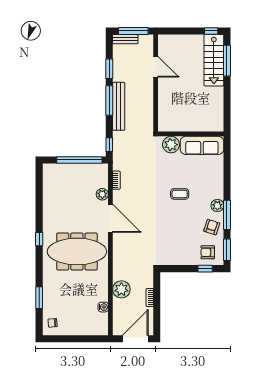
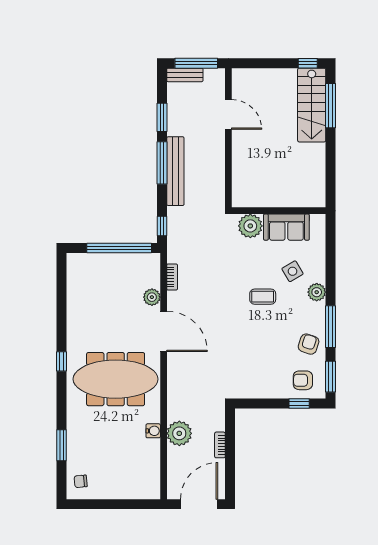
sofa: (202, 145) -> (286, 227), width x0.73
side table: (200, 176) -> (292, 271), added
plant: (217, 206) -> (317, 292), moved
water cooler: (103, 307) -> (153, 431), moved

